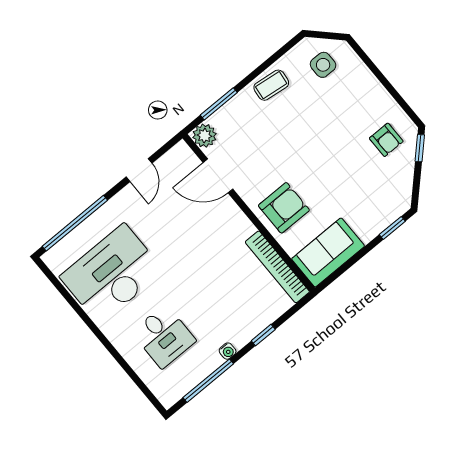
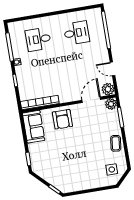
armchair: (386, 140) -> (66, 177), removed
plant: (181, 157) -> (108, 89), added
desk: (112, 274) -> (76, 33), width x0.53, depth x0.77

